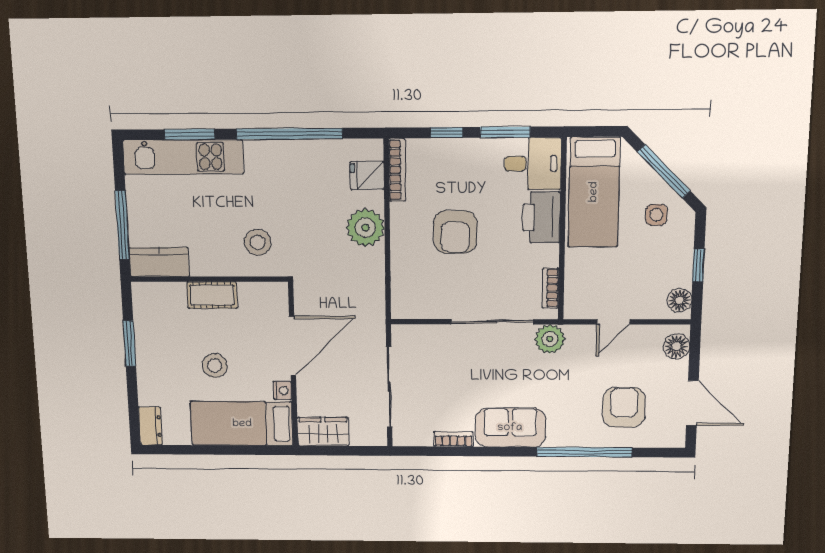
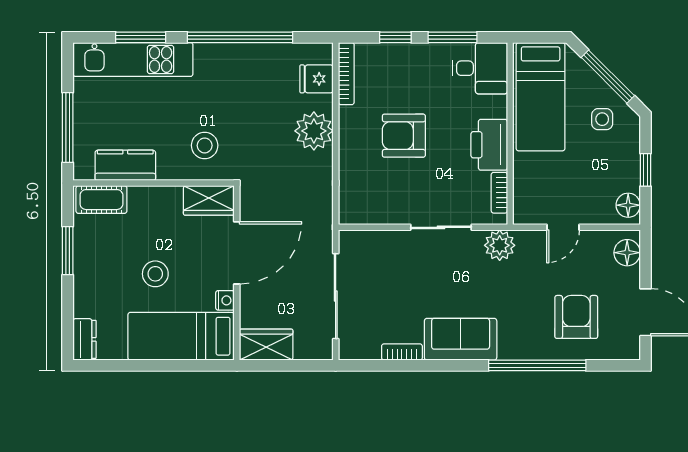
printer: (541, 217) -> (489, 145), moved
armchair: (455, 232) -> (404, 136), turned 89
kitchen counter: (159, 262) -> (125, 165), moved
cot: (212, 295) -> (101, 200), moved
wardrobe: (264, 296) -> (209, 200), added
sliding door: (492, 322) -> (441, 227), width x0.73

